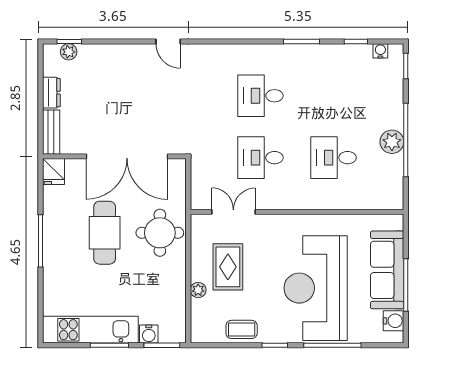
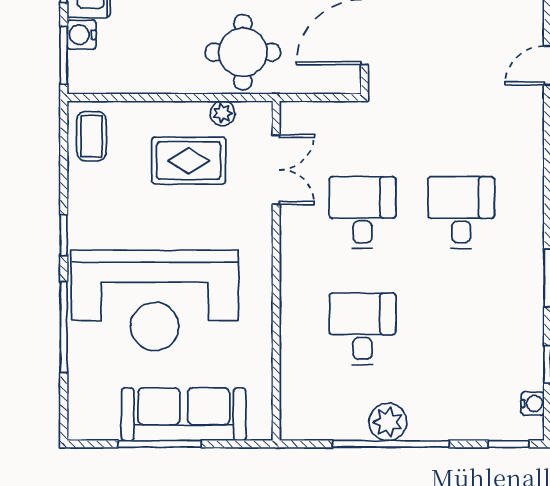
reception desk: (316, 288) -> (155, 300), turned 180
plant: (198, 290) -> (223, 113), moved
water cooler: (394, 321) -> (103, 424), removed
coffee table: (242, 329) -> (91, 136), moved

